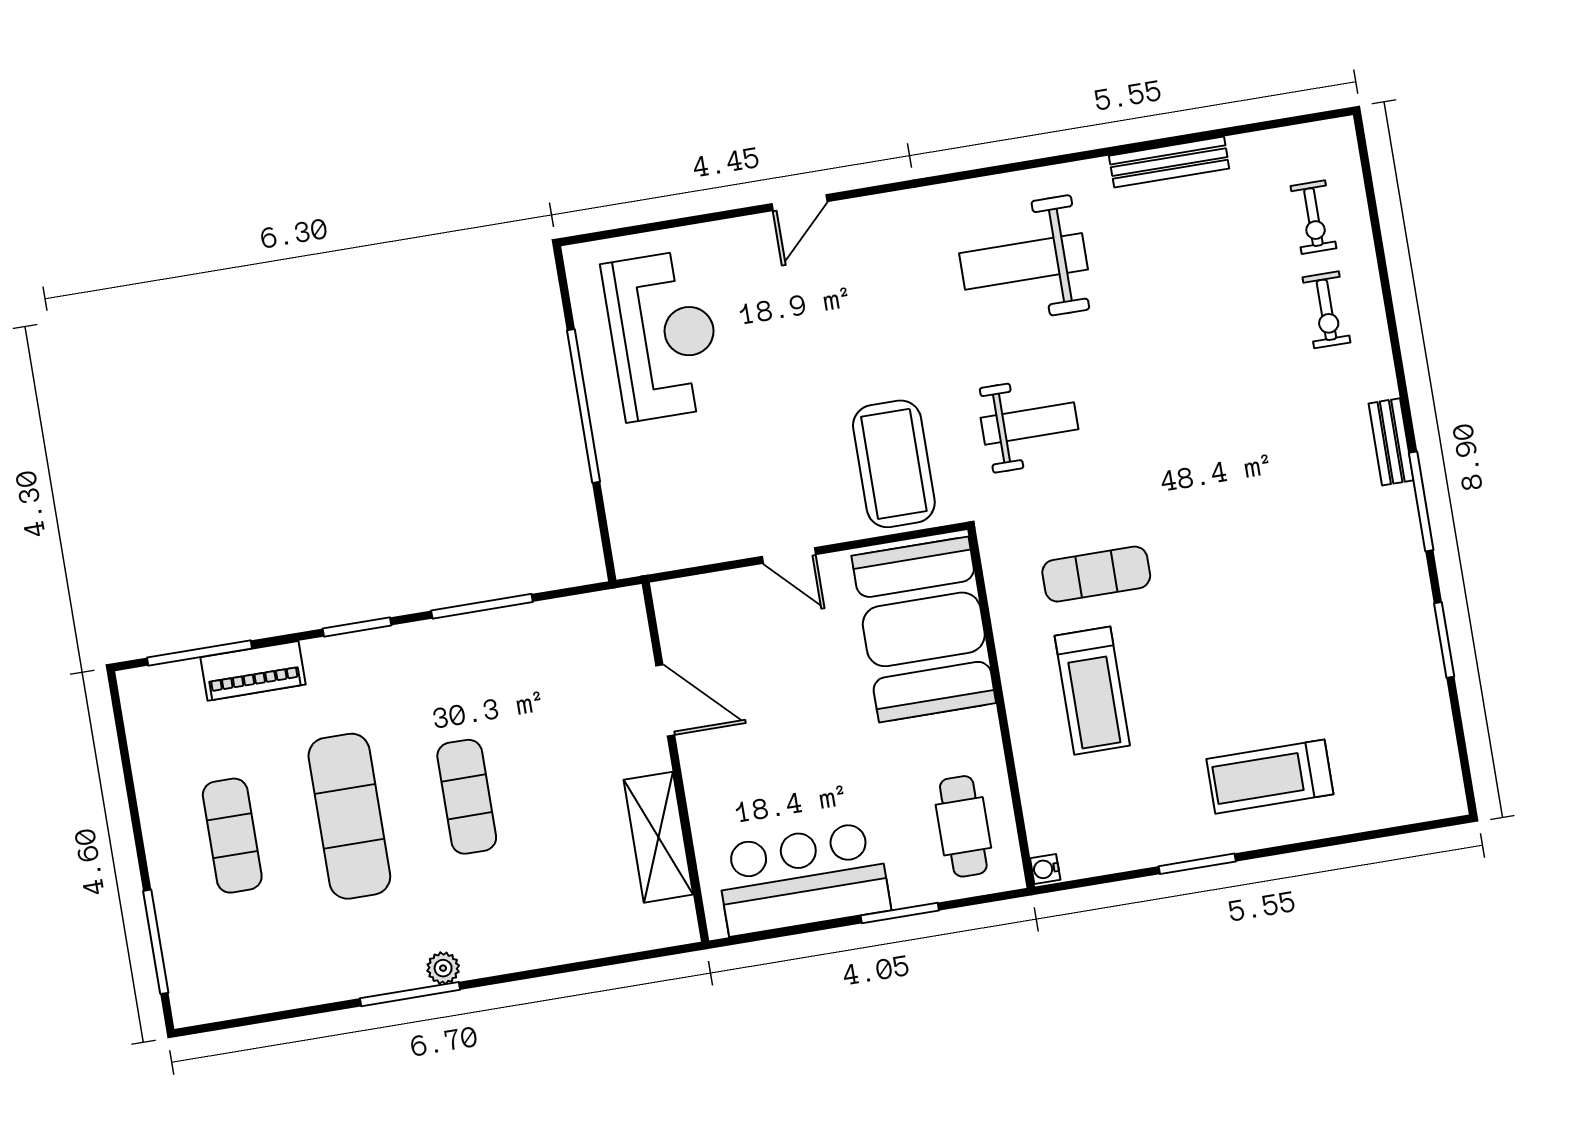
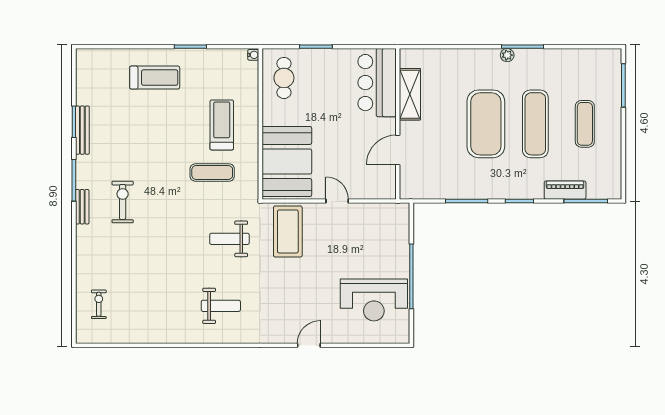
bench: (1169, 162) -> (82, 130), moved, turned 90
weight bench: (1024, 261) -> (221, 306), width x0.73, depth x0.75
exercise bike: (1326, 310) -> (123, 202), moved, width x1.38, depth x1.39
reception desk: (663, 335) -> (374, 300), turned -90
door: (665, 700) -> (398, 150), hinge flipped
exercise mat: (467, 797) -> (486, 124), width x2.00, depth x1.45
bar counter: (803, 879) -> (377, 83), moved, turned 90

